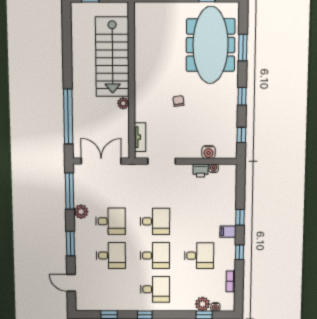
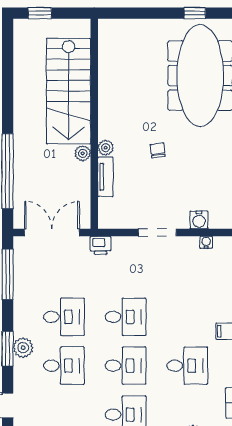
plant: (140, 99) -> (106, 148), added
tv unit: (140, 137) -> (105, 177), moved
doorway: (162, 161) -> (157, 232), moved
printer: (201, 170) -> (101, 245), moved
plant: (81, 212) -> (23, 348), moved

